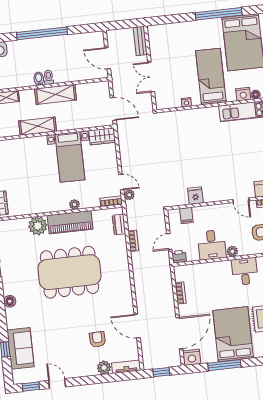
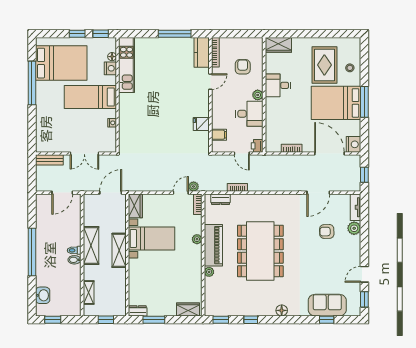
shelving: (38, 126) -> (119, 250), moved
plant: (38, 226) -> (209, 272), width x0.53, depth x0.53
window: (224, 365) -> (364, 102), moved

